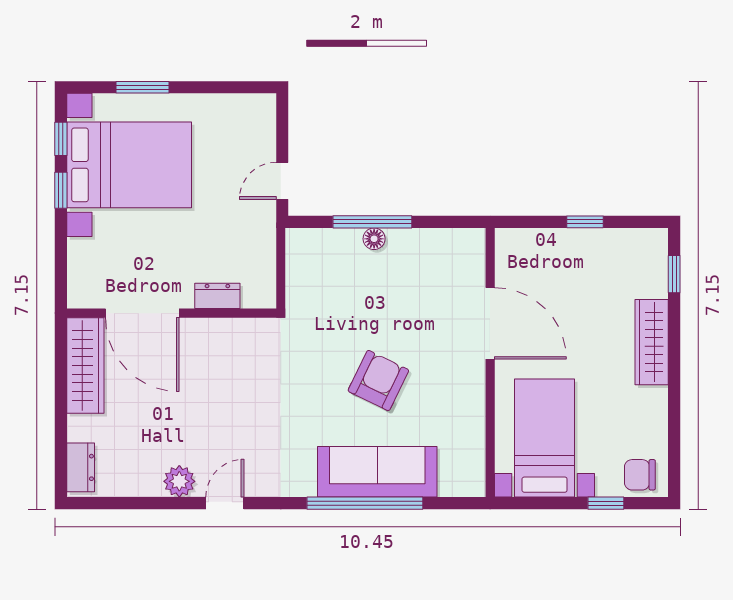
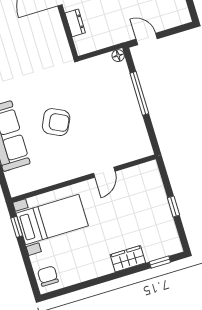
floor lamp: (374, 239) -> (118, 56), moved
door: (490, 323) -> (104, 172), width x0.53
wardrobe: (652, 342) -> (128, 259), width x0.67
window: (606, 503) -> (17, 227), moved

